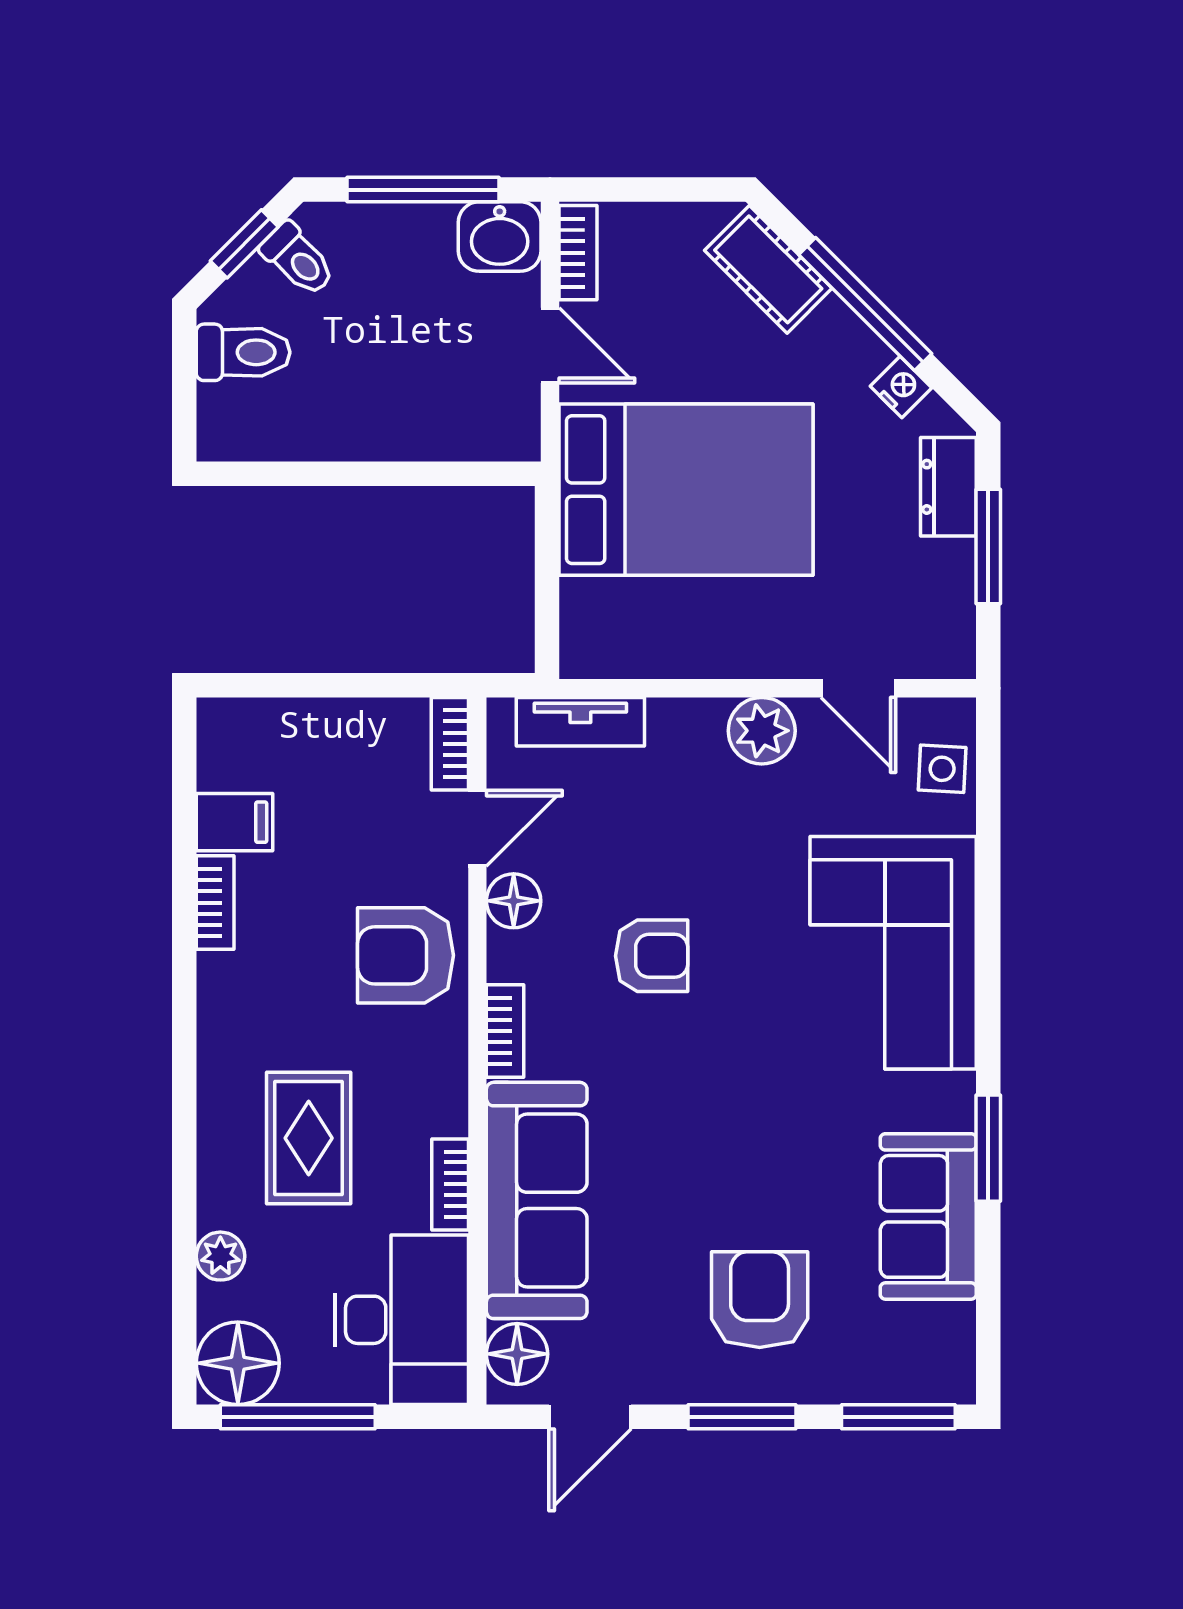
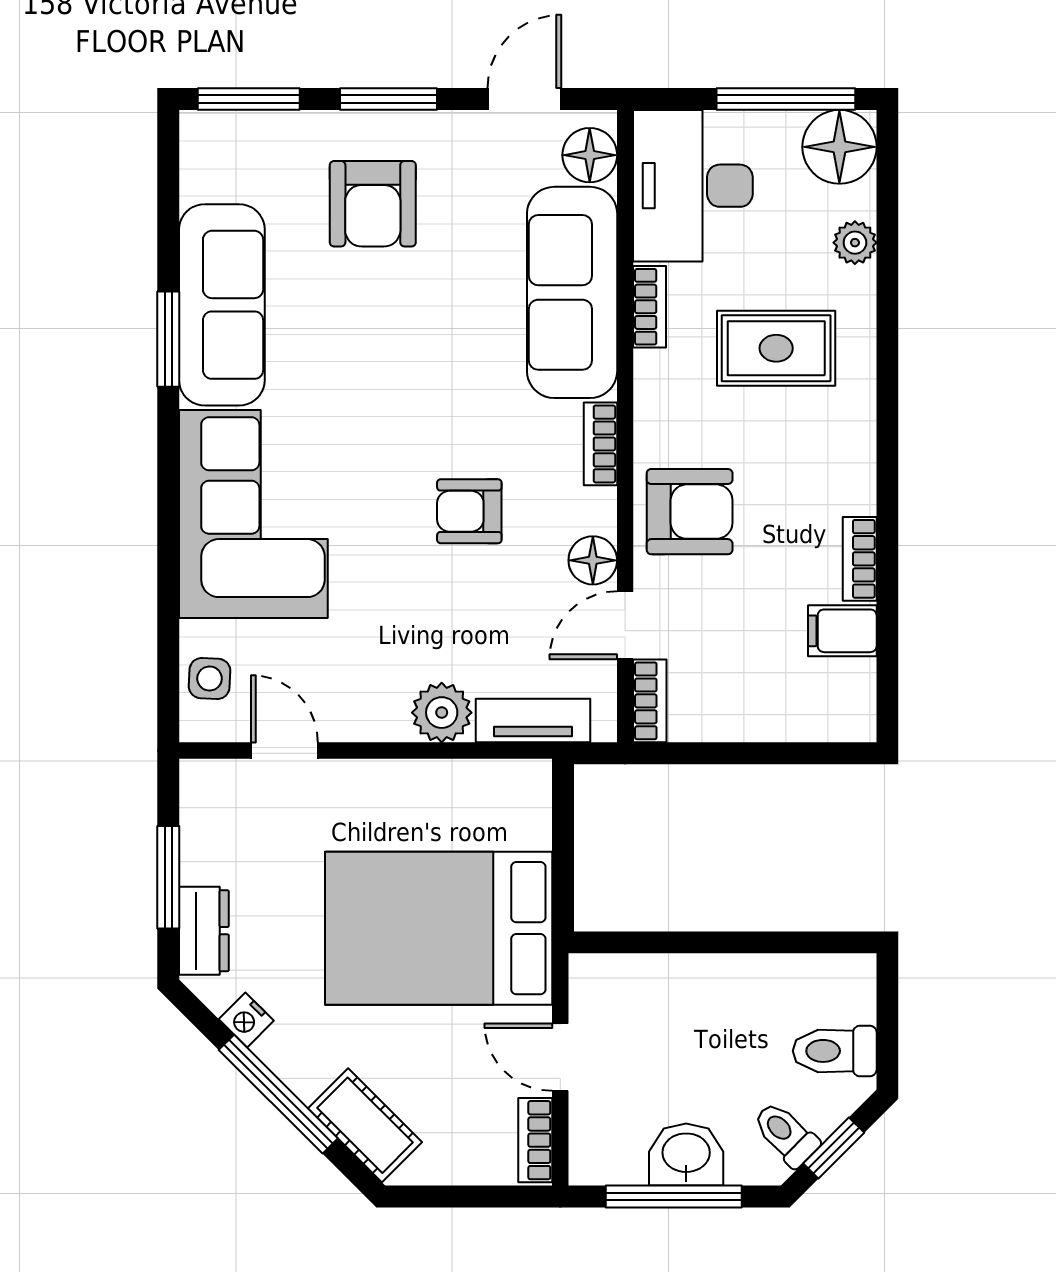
washbasin: (500, 237) -> (686, 1155), moved
plant: (762, 731) -> (442, 713), moved
rug: (309, 1138) -> (776, 348), turned 90
sofa: (928, 1216) -> (222, 305), width x1.36

